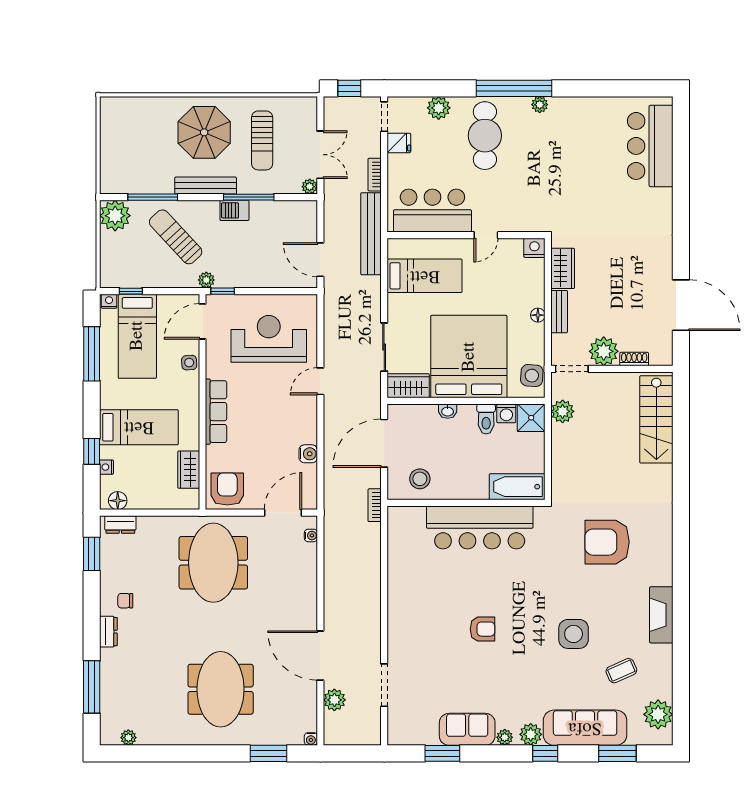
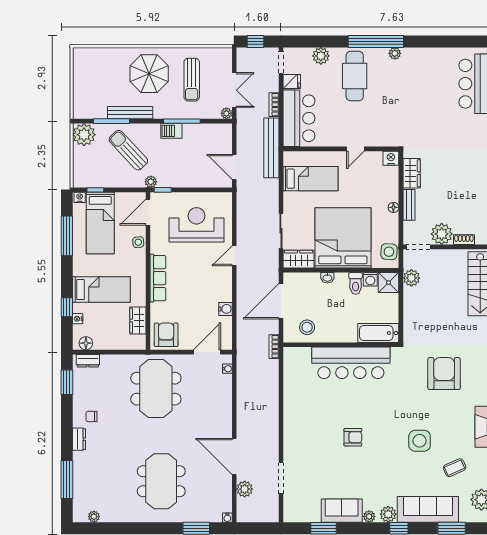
bench: (206, 186) -> (130, 113), moved
bar counter: (432, 211) -> (299, 118), moved, turned 90
armchair: (607, 542) -> (444, 374), turned 90

